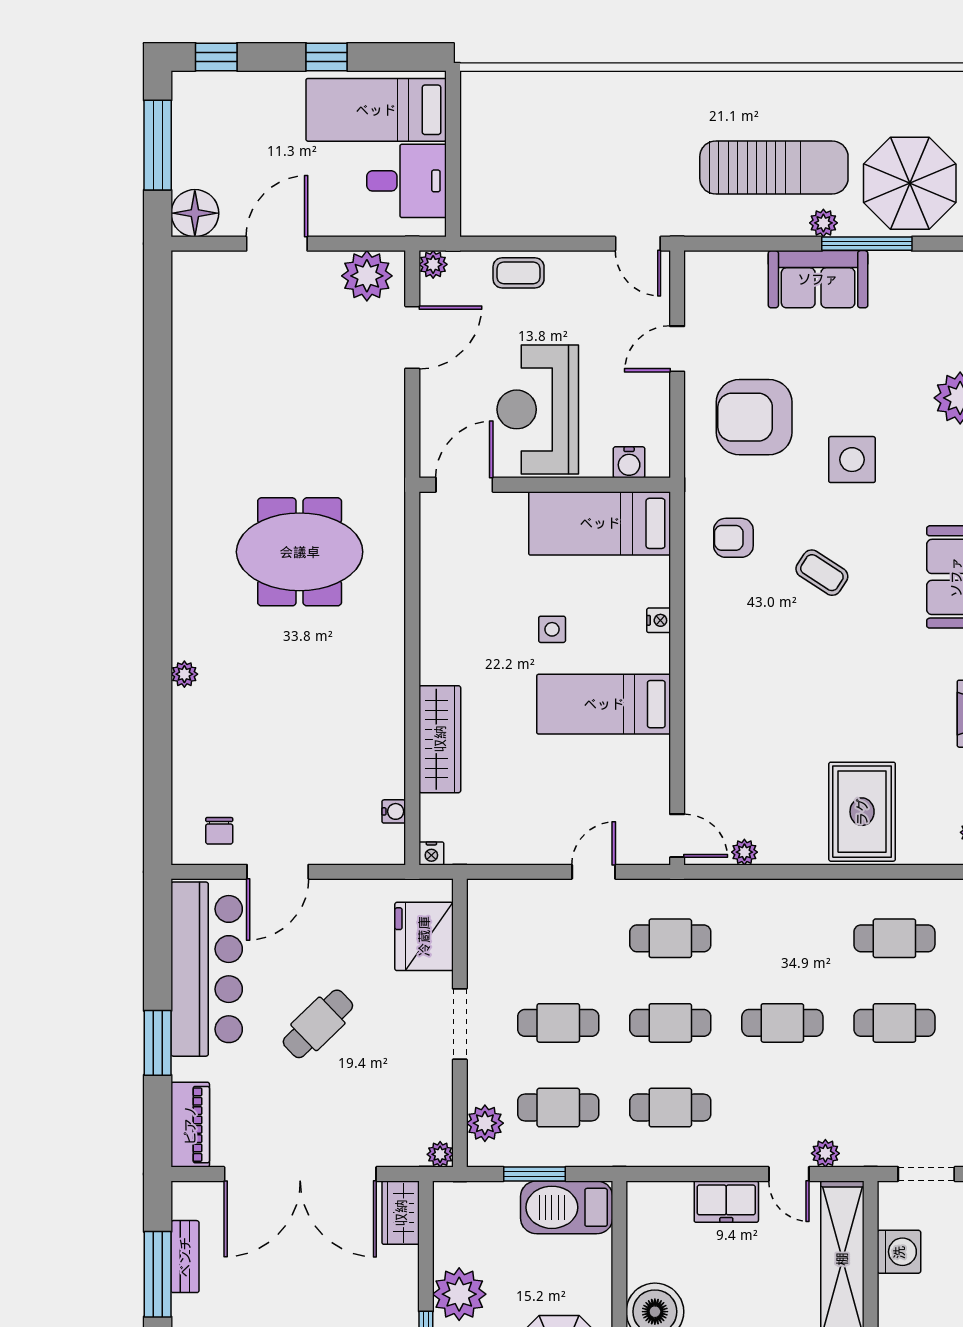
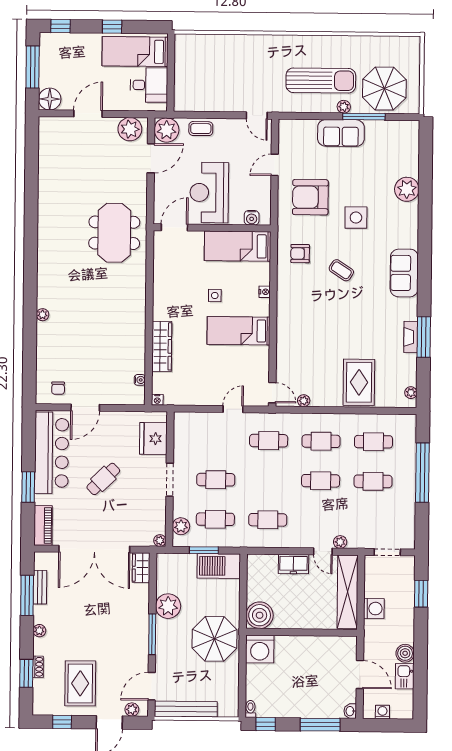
plant: (433, 264) -> (167, 130), width x1.88, depth x1.88
meeting table: (300, 552) -> (114, 233), moved, turned 90
cafe table: (670, 1023) -> (321, 441), moved
washing machine: (899, 1252) -> (374, 609), moved

